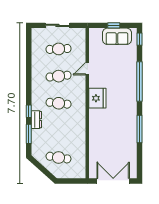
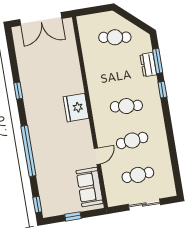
sofa: (117, 36) -> (90, 187), moved, turned -90
fridge: (97, 98) -> (76, 108), moved
dresser: (36, 120) -> (148, 65), moved
window: (140, 129) -> (18, 91), width x0.46

